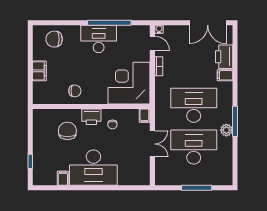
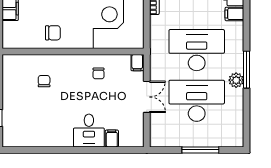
printer: (91, 117) -> (73, 64), removed
chair: (67, 131) -> (44, 81), width x0.54, depth x0.54
desk: (93, 168) -> (89, 131), width x0.53, depth x0.77
filing cabinet: (63, 178) -> (112, 138), moved

